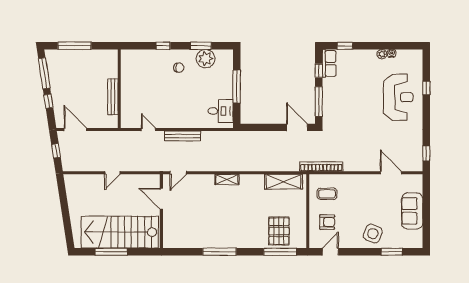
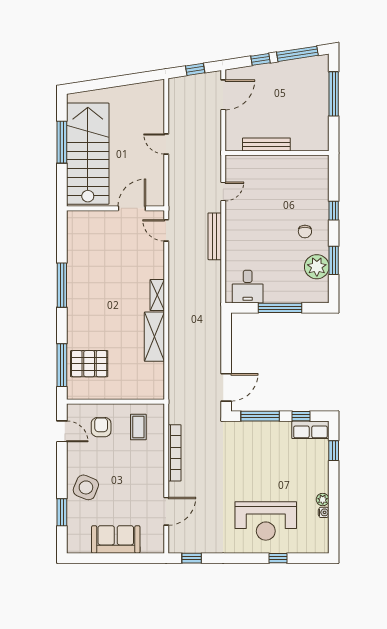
bookcase: (321, 166) -> (174, 453), moved
shelving: (283, 182) -> (154, 337), moved
armchair: (327, 222) -> (101, 427), turned 180

